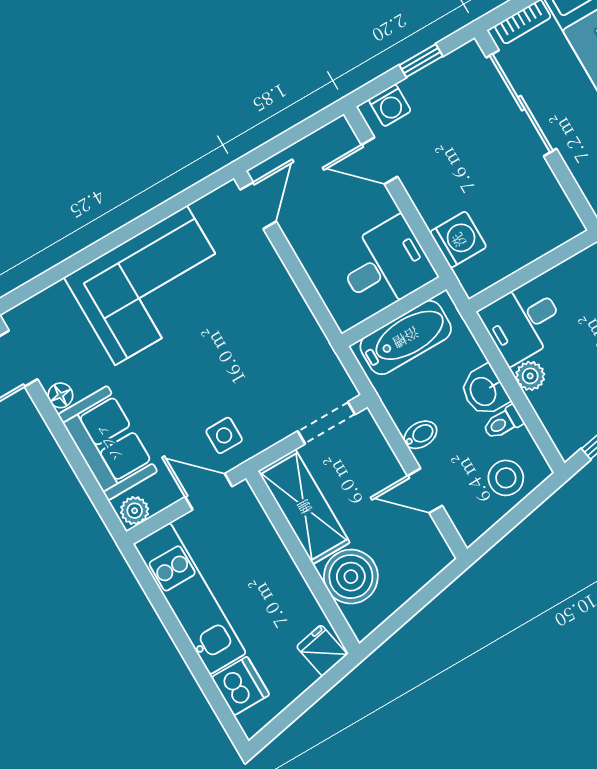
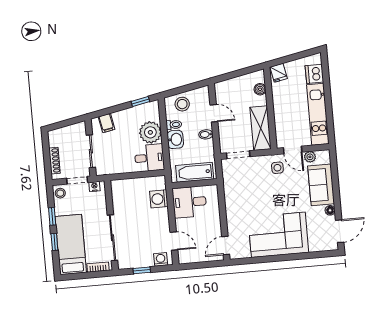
plant: (530, 376) -> (150, 132), width x1.87, depth x1.87
plant: (135, 511) -> (310, 157), moved
boiler: (351, 577) -> (260, 89), width x0.54, depth x0.54

